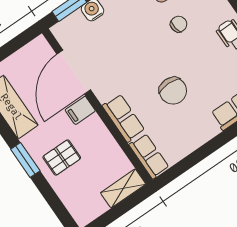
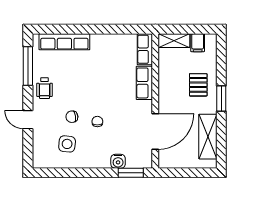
chair: (173, 91) -> (97, 121), moved, width x0.54, depth x0.54
filing cabinet: (80, 110) -> (198, 43), moved, turned 90
pallet: (62, 158) -> (198, 85), turned 90

